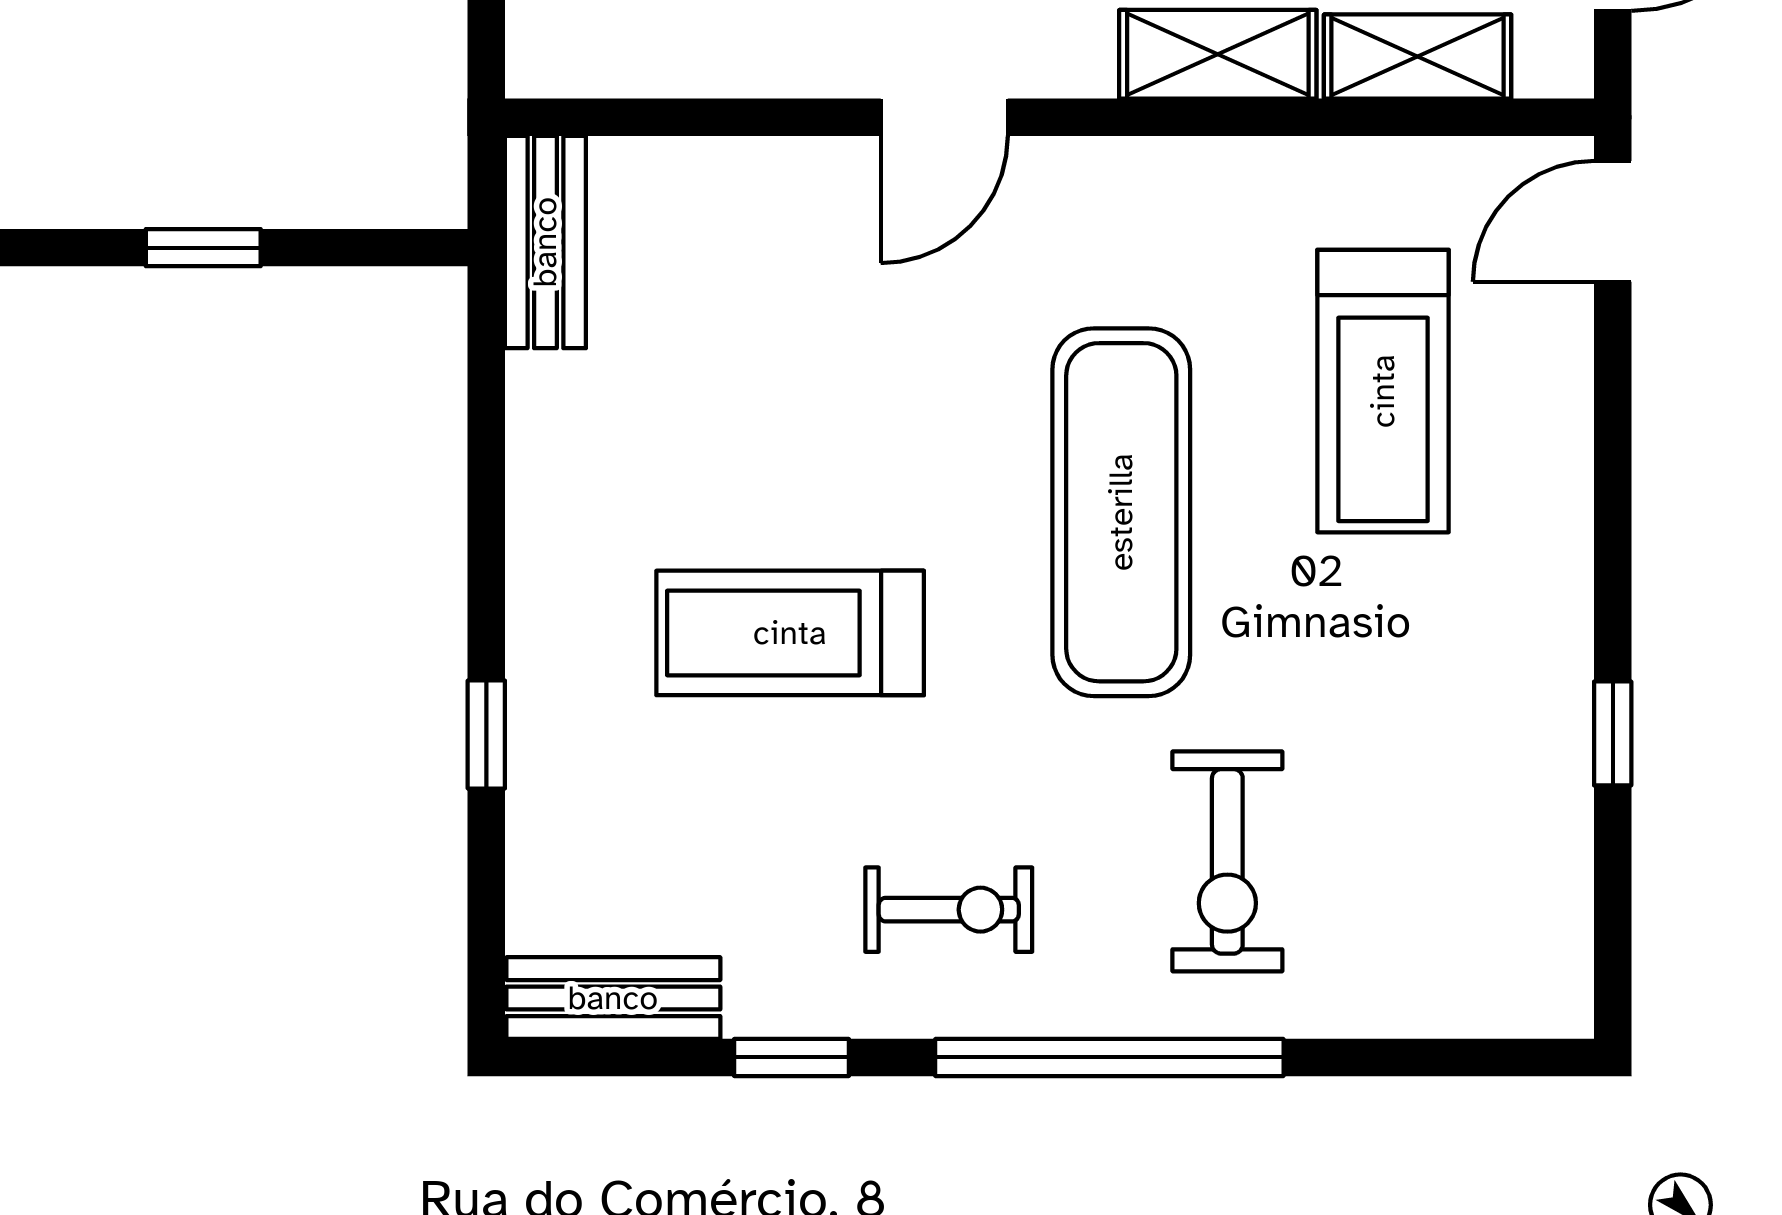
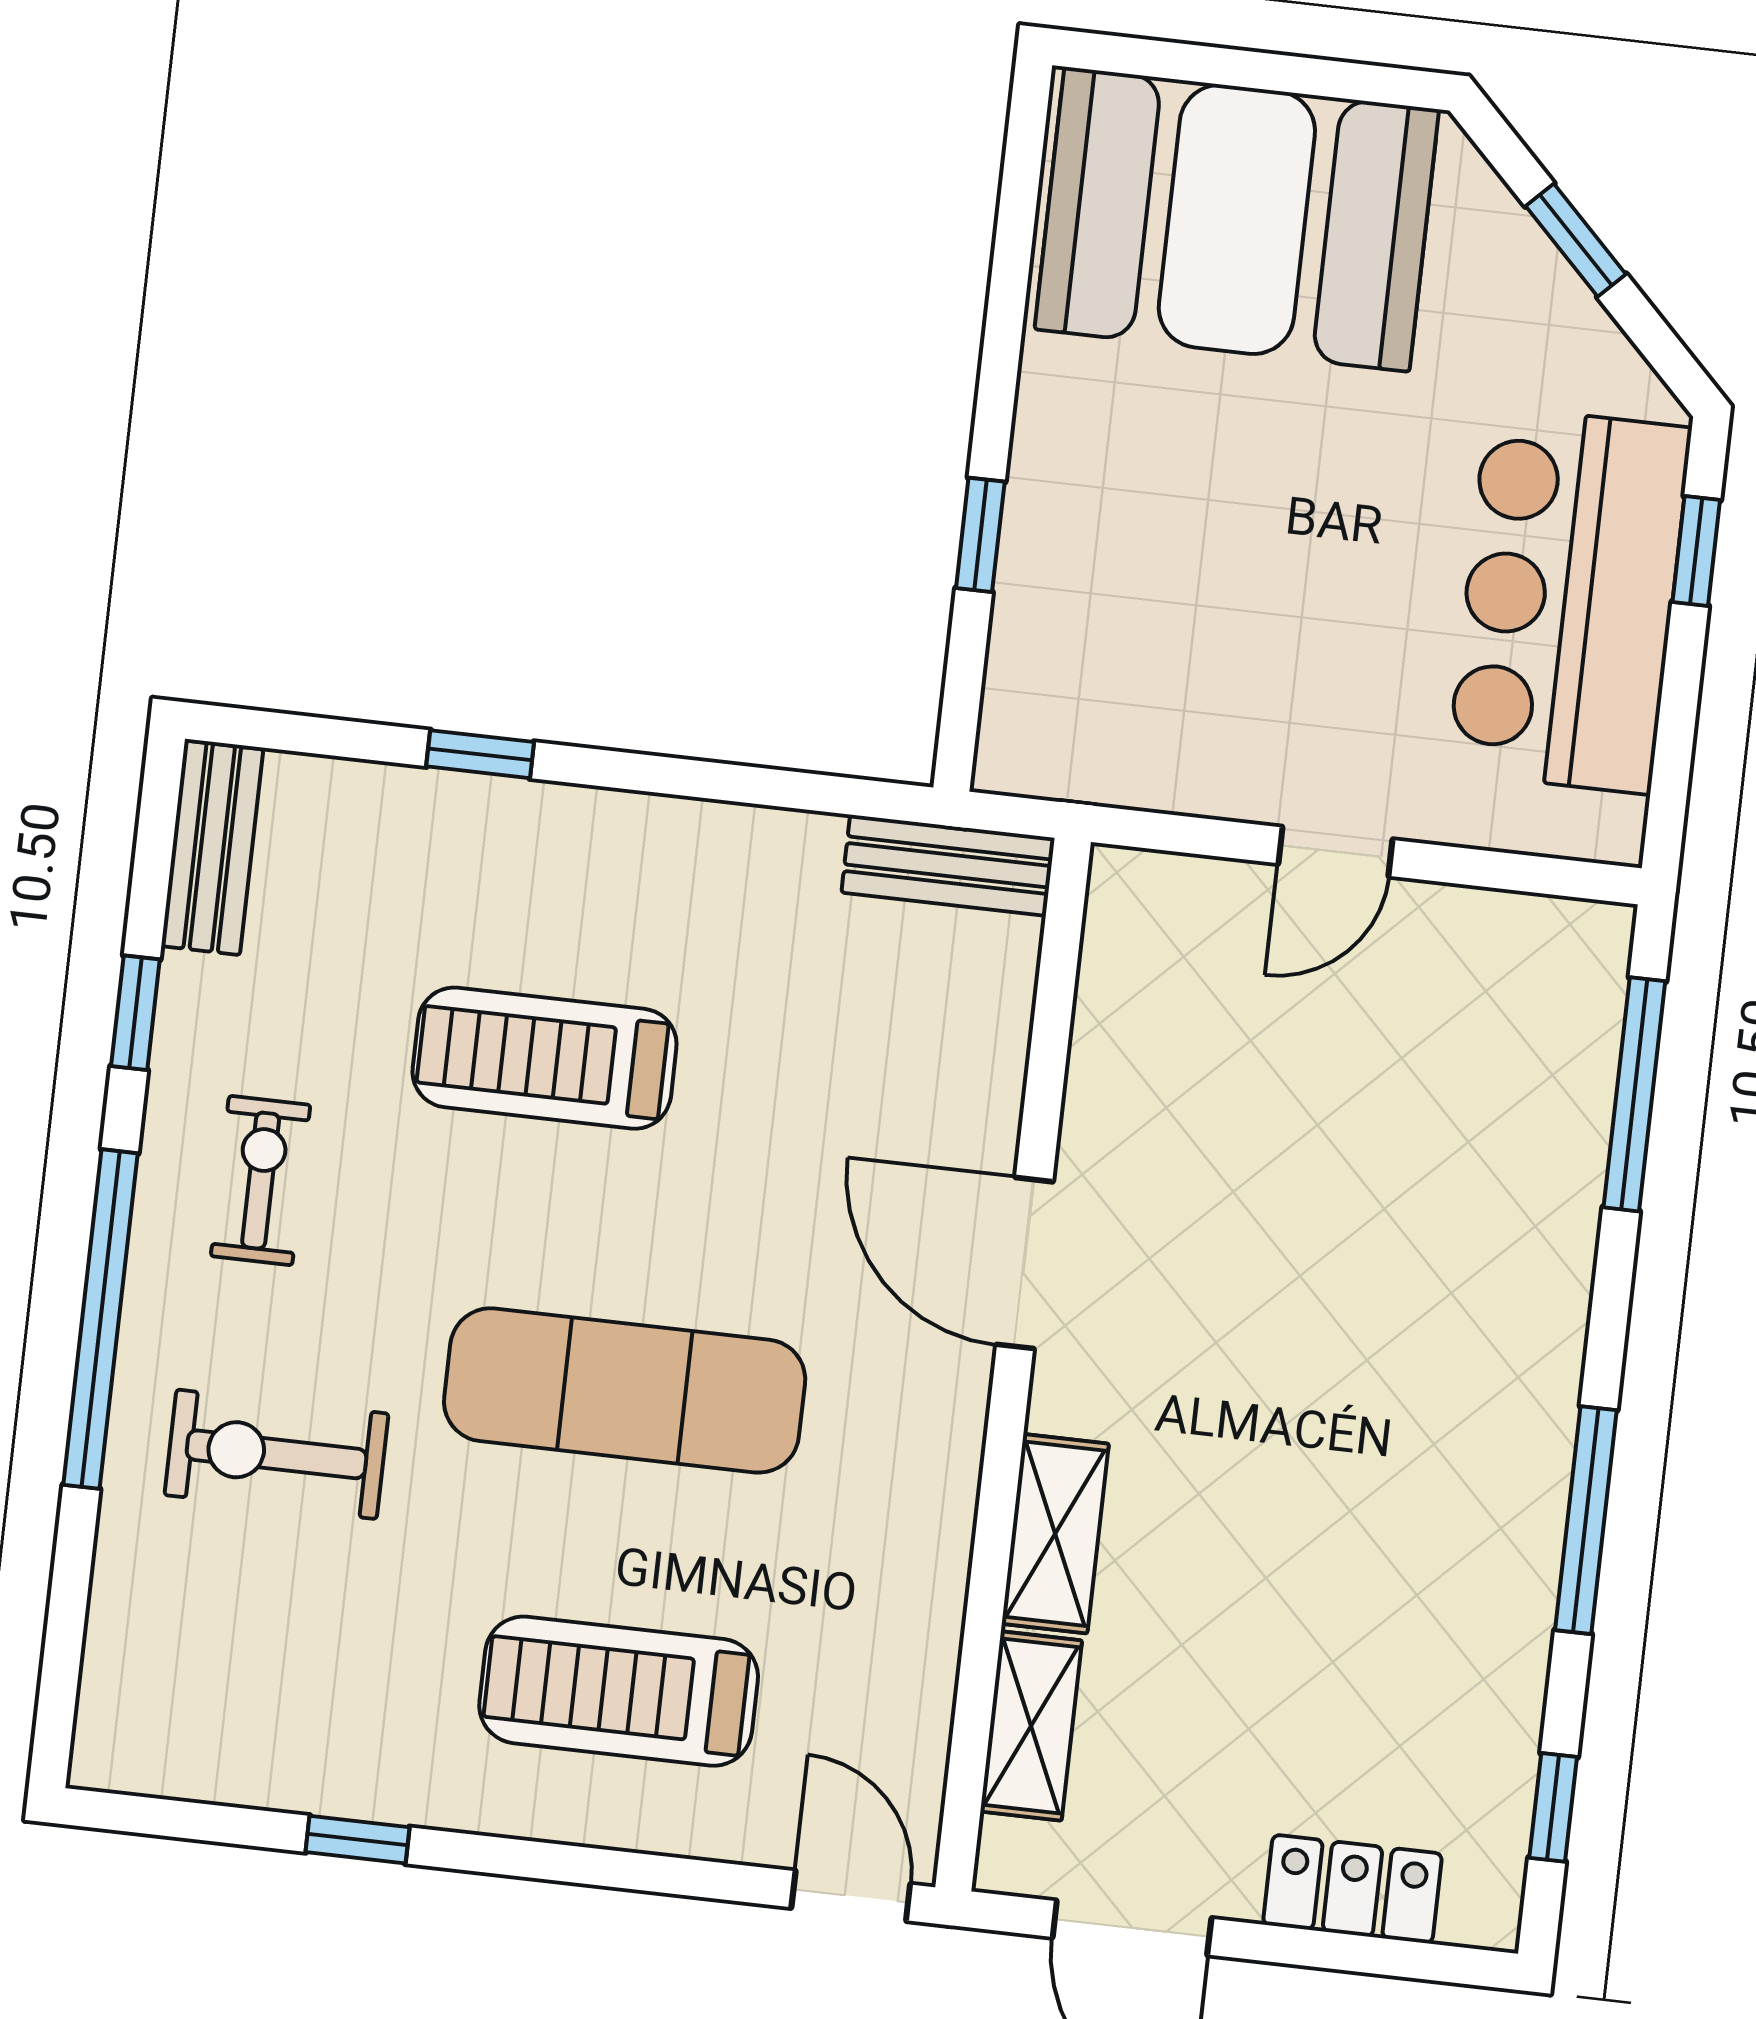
door: (944, 117) -> (1025, 1263), width x1.38
treadmill: (1383, 391) -> (619, 1691), moved
treadmill: (790, 633) -> (545, 1058), turned -90
exercise bike: (949, 910) -> (261, 1181), turned 180

